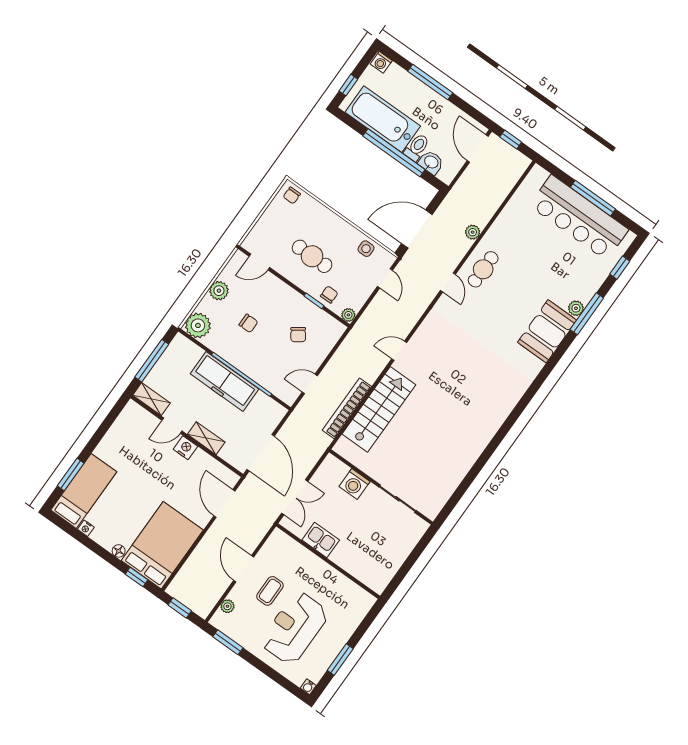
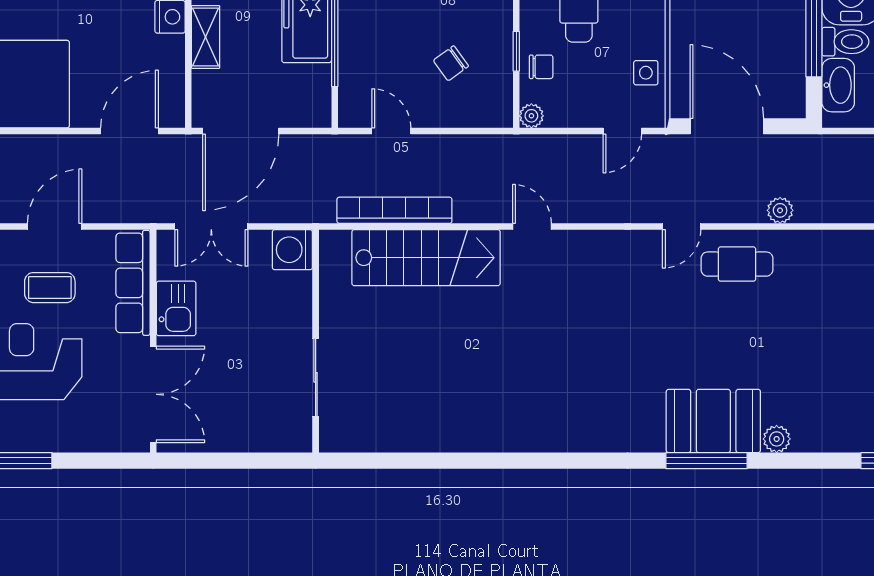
washbasin: (431, 162) -> (838, 85), width x1.38
window: (587, 314) -> (706, 461), moved
washing machine: (354, 484) -> (292, 250), moved
row of seats: (295, 551) -> (133, 283), added
double door: (352, 579) -> (153, 394), added

